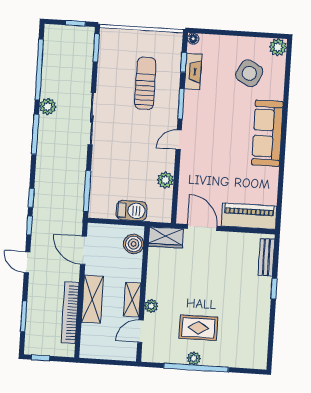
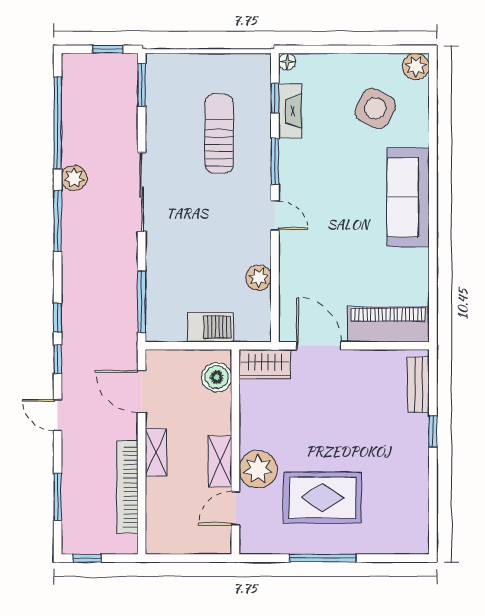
door: (179, 140) -> (275, 215), swing flipped
shelving: (92, 299) -> (156, 453), width x0.67, depth x0.75
plant: (151, 306) -> (258, 469), width x1.88, depth x1.88
rug: (198, 328) -> (322, 498), width x1.36, depth x1.43
plant: (194, 358) -> (318, 544), removed
window: (196, 368) -> (323, 558), width x0.68

